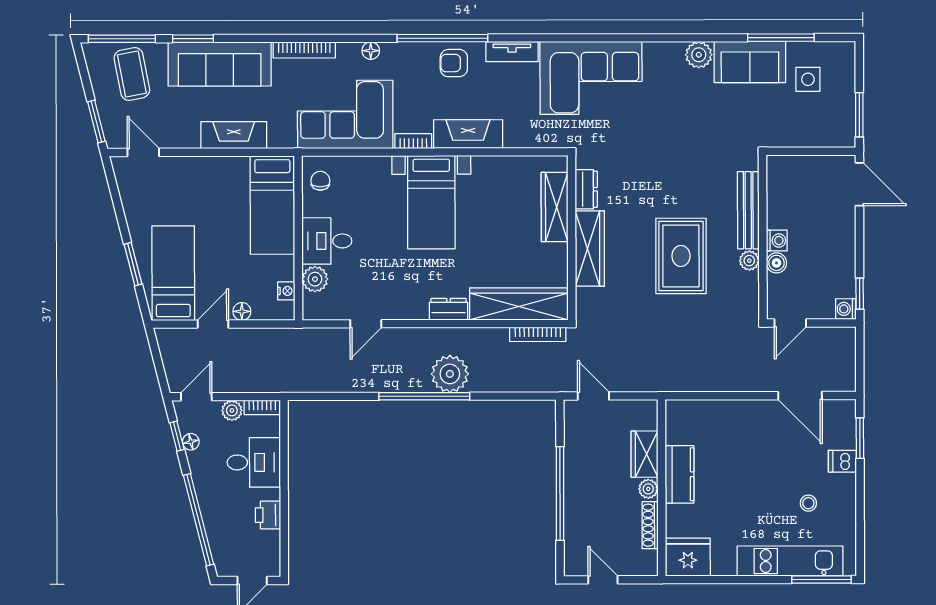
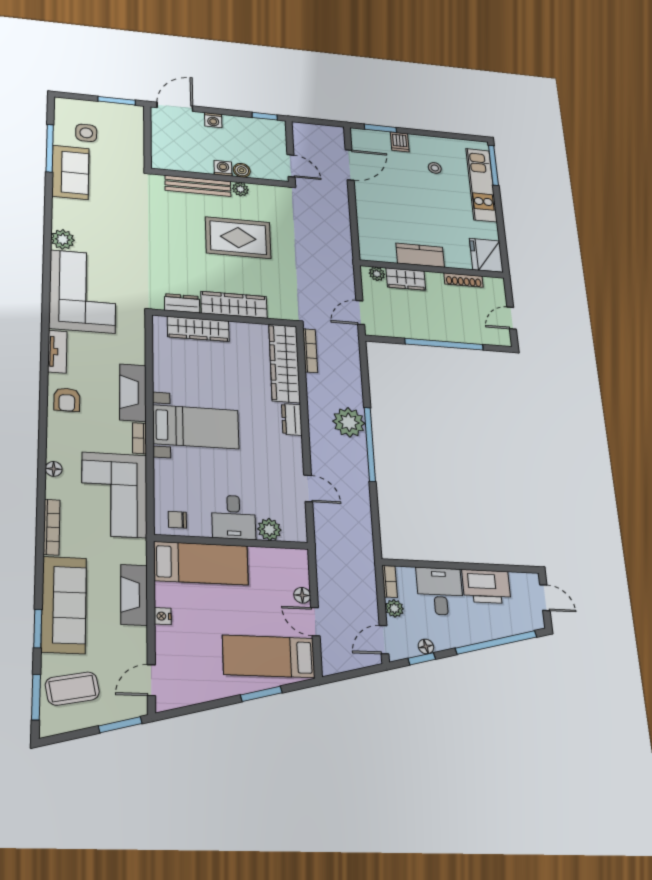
window: (442, 38) -> (43, 408), removed
window: (122, 39) -> (36, 697), width x0.69
plant: (699, 55) -> (63, 239), moved
nightstand: (286, 291) -> (163, 616), moved, turned -90
washing machine: (846, 309) -> (213, 120), moved
door: (196, 397) -> (384, 640), hinge flipped
plant: (648, 489) -> (377, 274), moved
printer: (268, 515) -> (486, 586), width x1.87, depth x1.48

